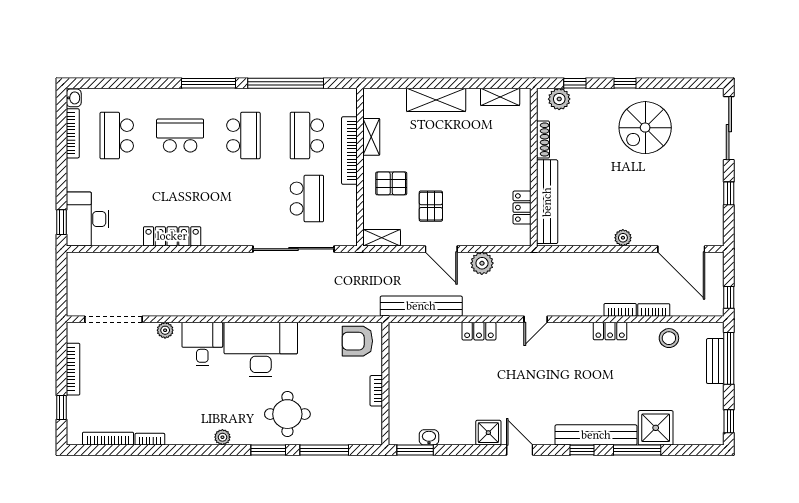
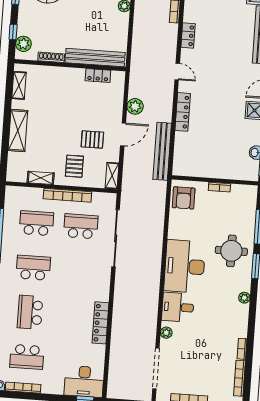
school desk: (307, 136) -> (36, 223), turned 180
bookcase: (349, 151) -> (67, 195), moved
locker: (479, 331) -> (183, 112), width x1.53
locker: (610, 331) -> (188, 36), moved

